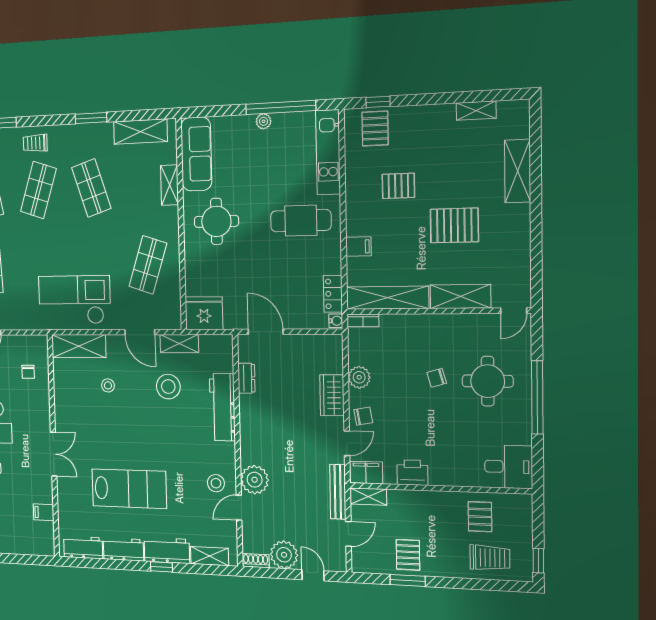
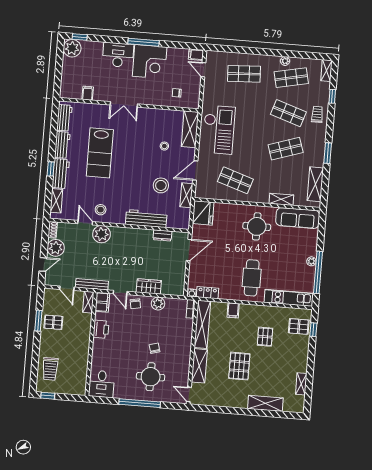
pallet: (480, 517) -> (74, 365), removed

